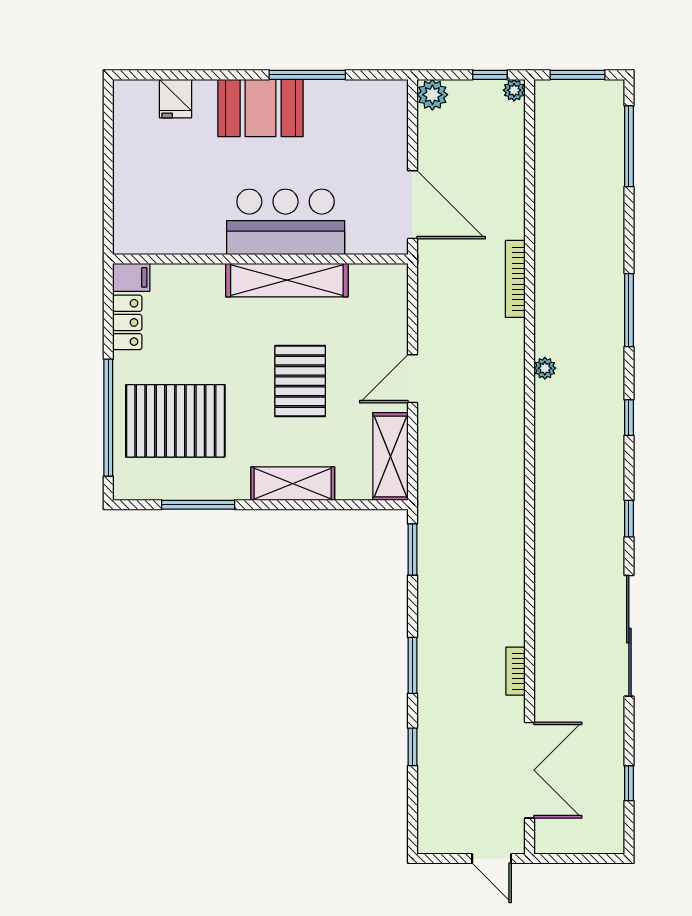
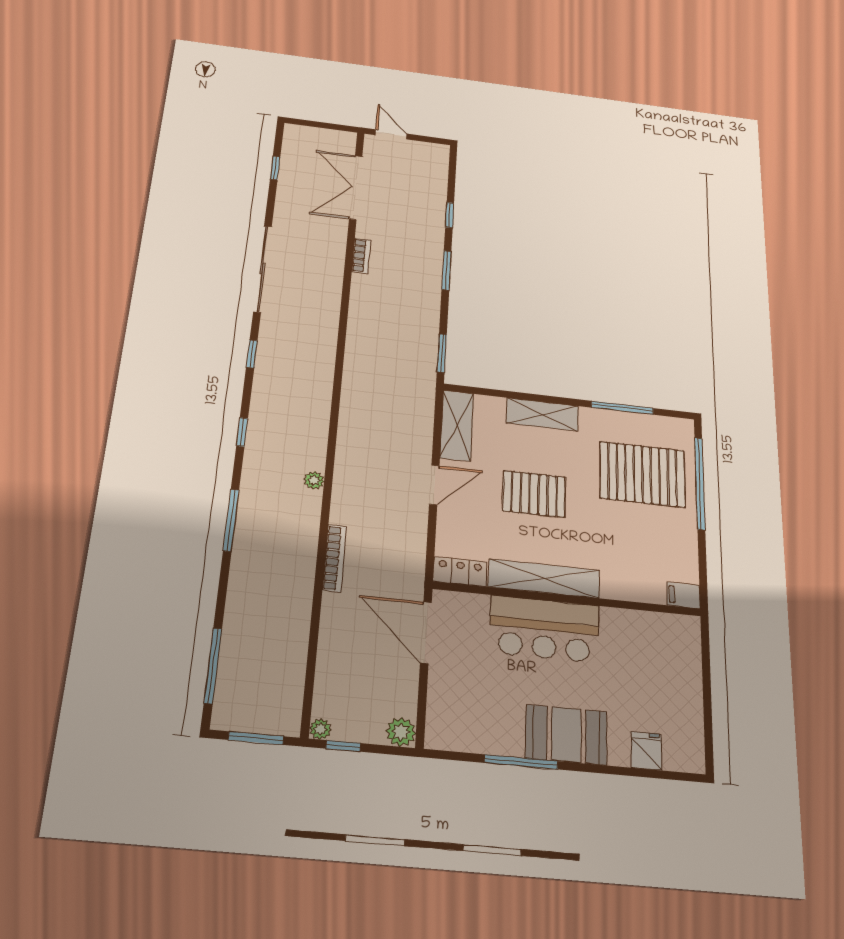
locker: (127, 322) -> (460, 572), moved, turned 90
pallet: (300, 381) -> (534, 494), turned 90

